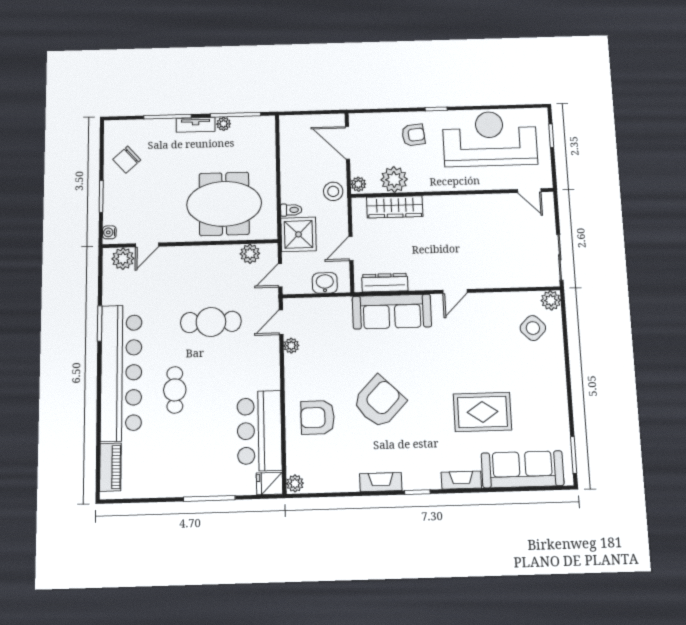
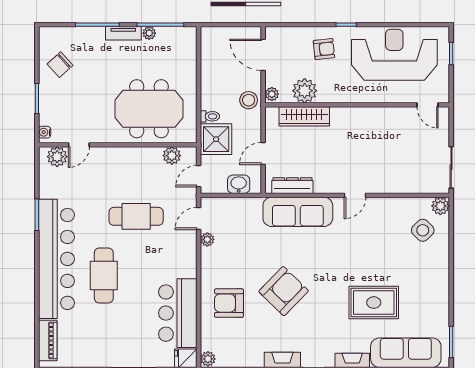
cafe table: (175, 390) -> (104, 275), width x1.37, depth x1.35

